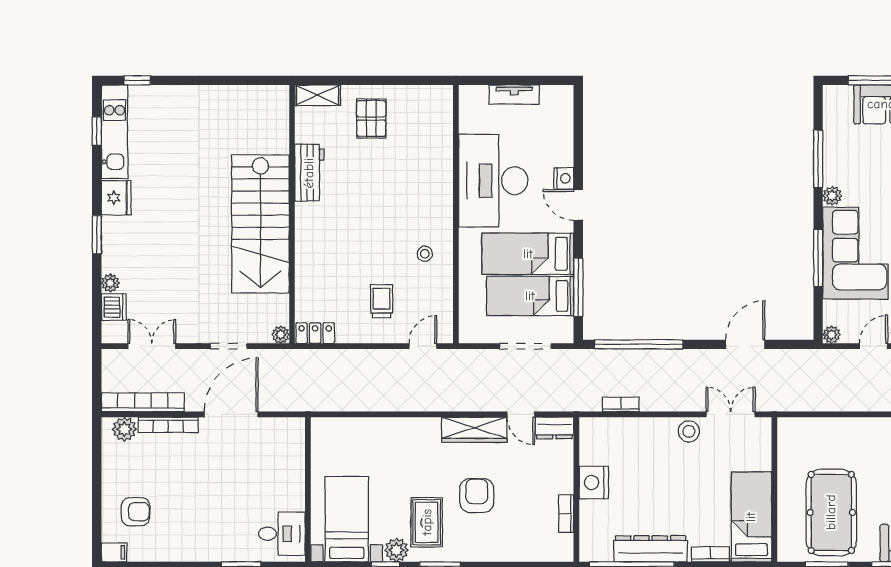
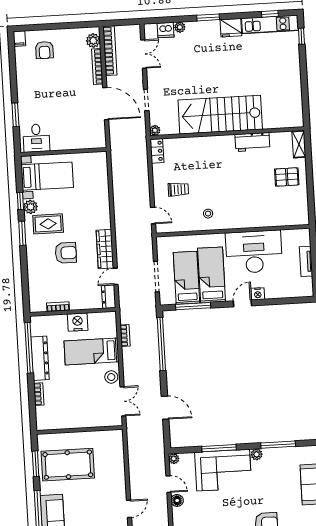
bed: (751, 517) -> (91, 351), moved, turned 180

